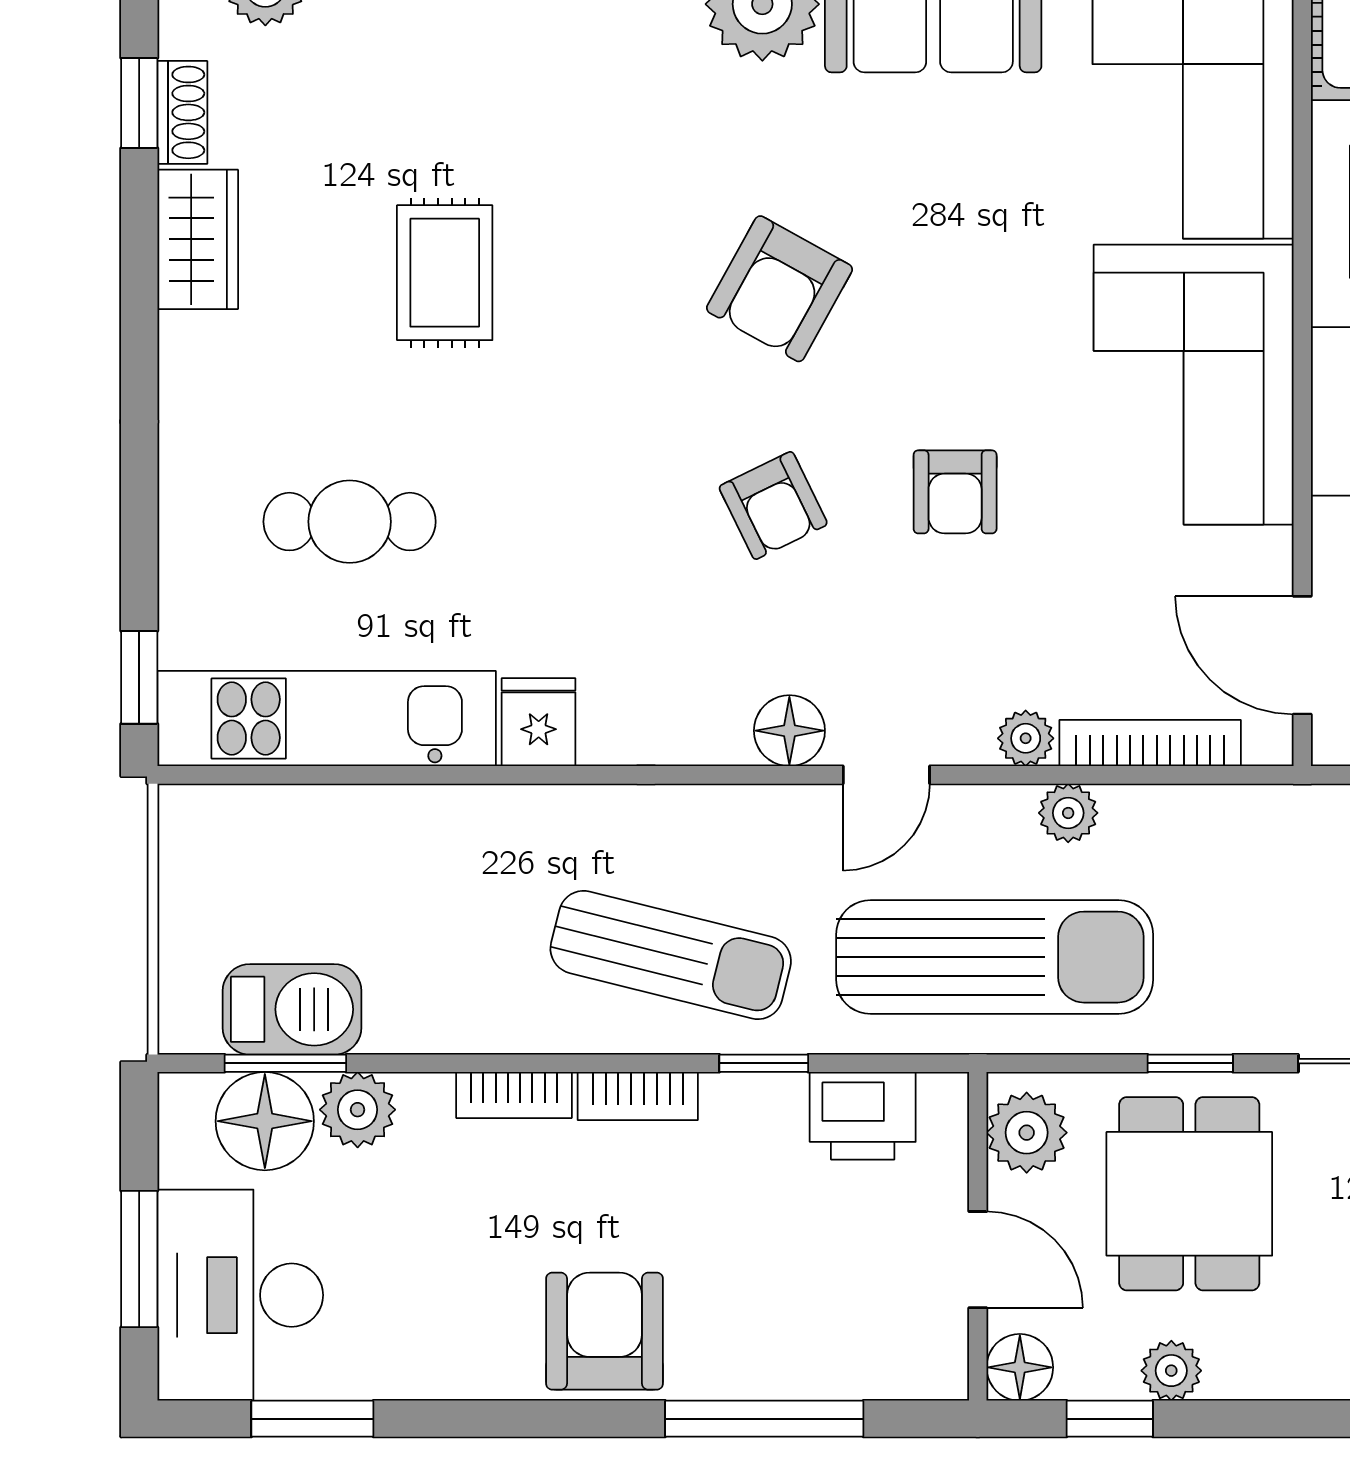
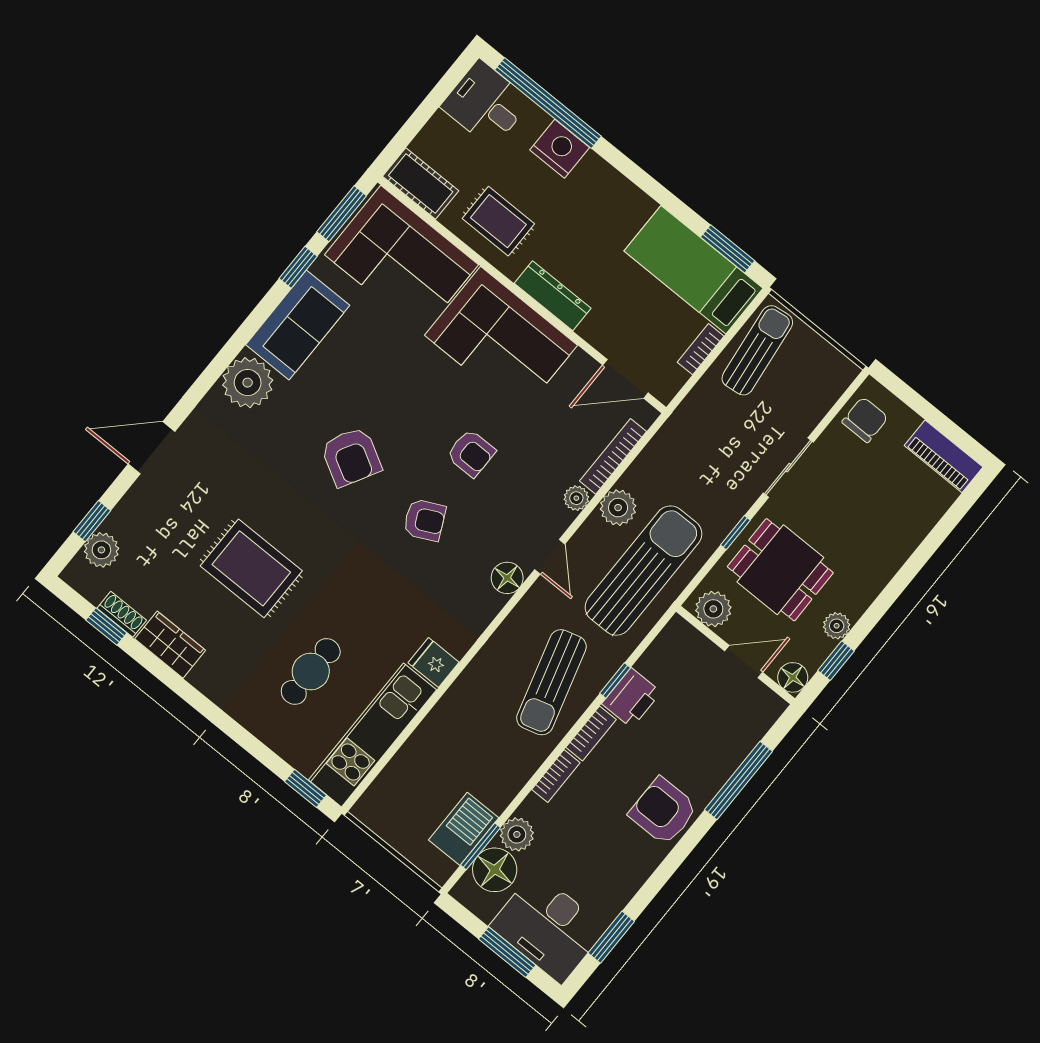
rug: (445, 273) -> (251, 568), width x1.36, depth x1.43
plant: (1068, 813) -> (618, 508), width x1.38, depth x1.38
sun lounger: (671, 955) -> (551, 682), turned 150
printer: (863, 1116) -> (631, 698), moved

